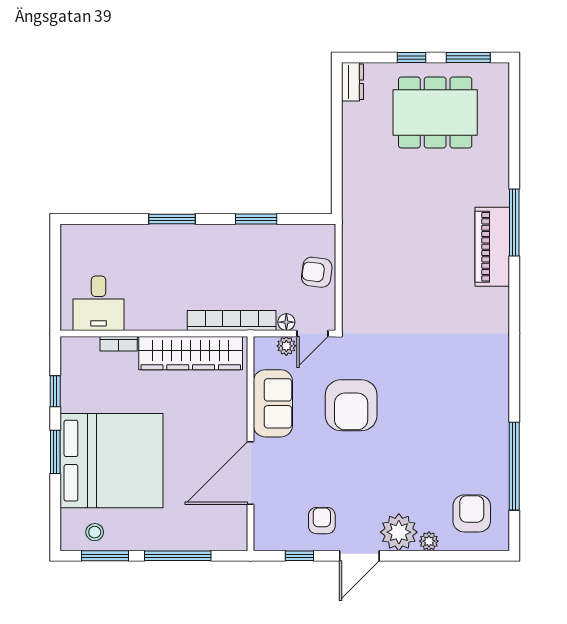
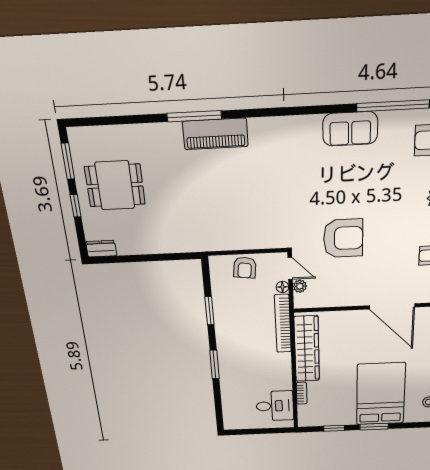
dining table: (435, 113) -> (115, 185), width x0.73
sofa: (273, 403) -> (350, 129), moved, turned 180
bed: (112, 461) -> (381, 394), width x0.73

